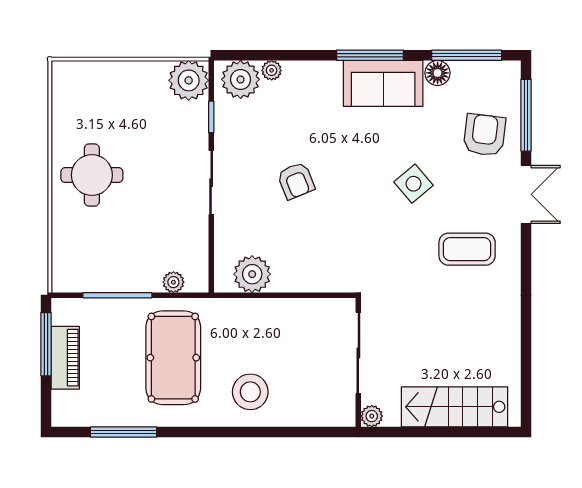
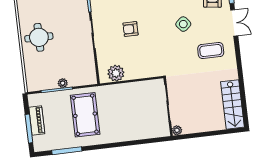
armchair: (296, 181) -> (131, 29), turned 112
plant: (173, 282) -> (63, 83), moved
window: (46, 344) -> (29, 129), moved
stool: (250, 392) -> (121, 126), removed
stairs: (454, 407) -> (232, 104), moved, turned -90

